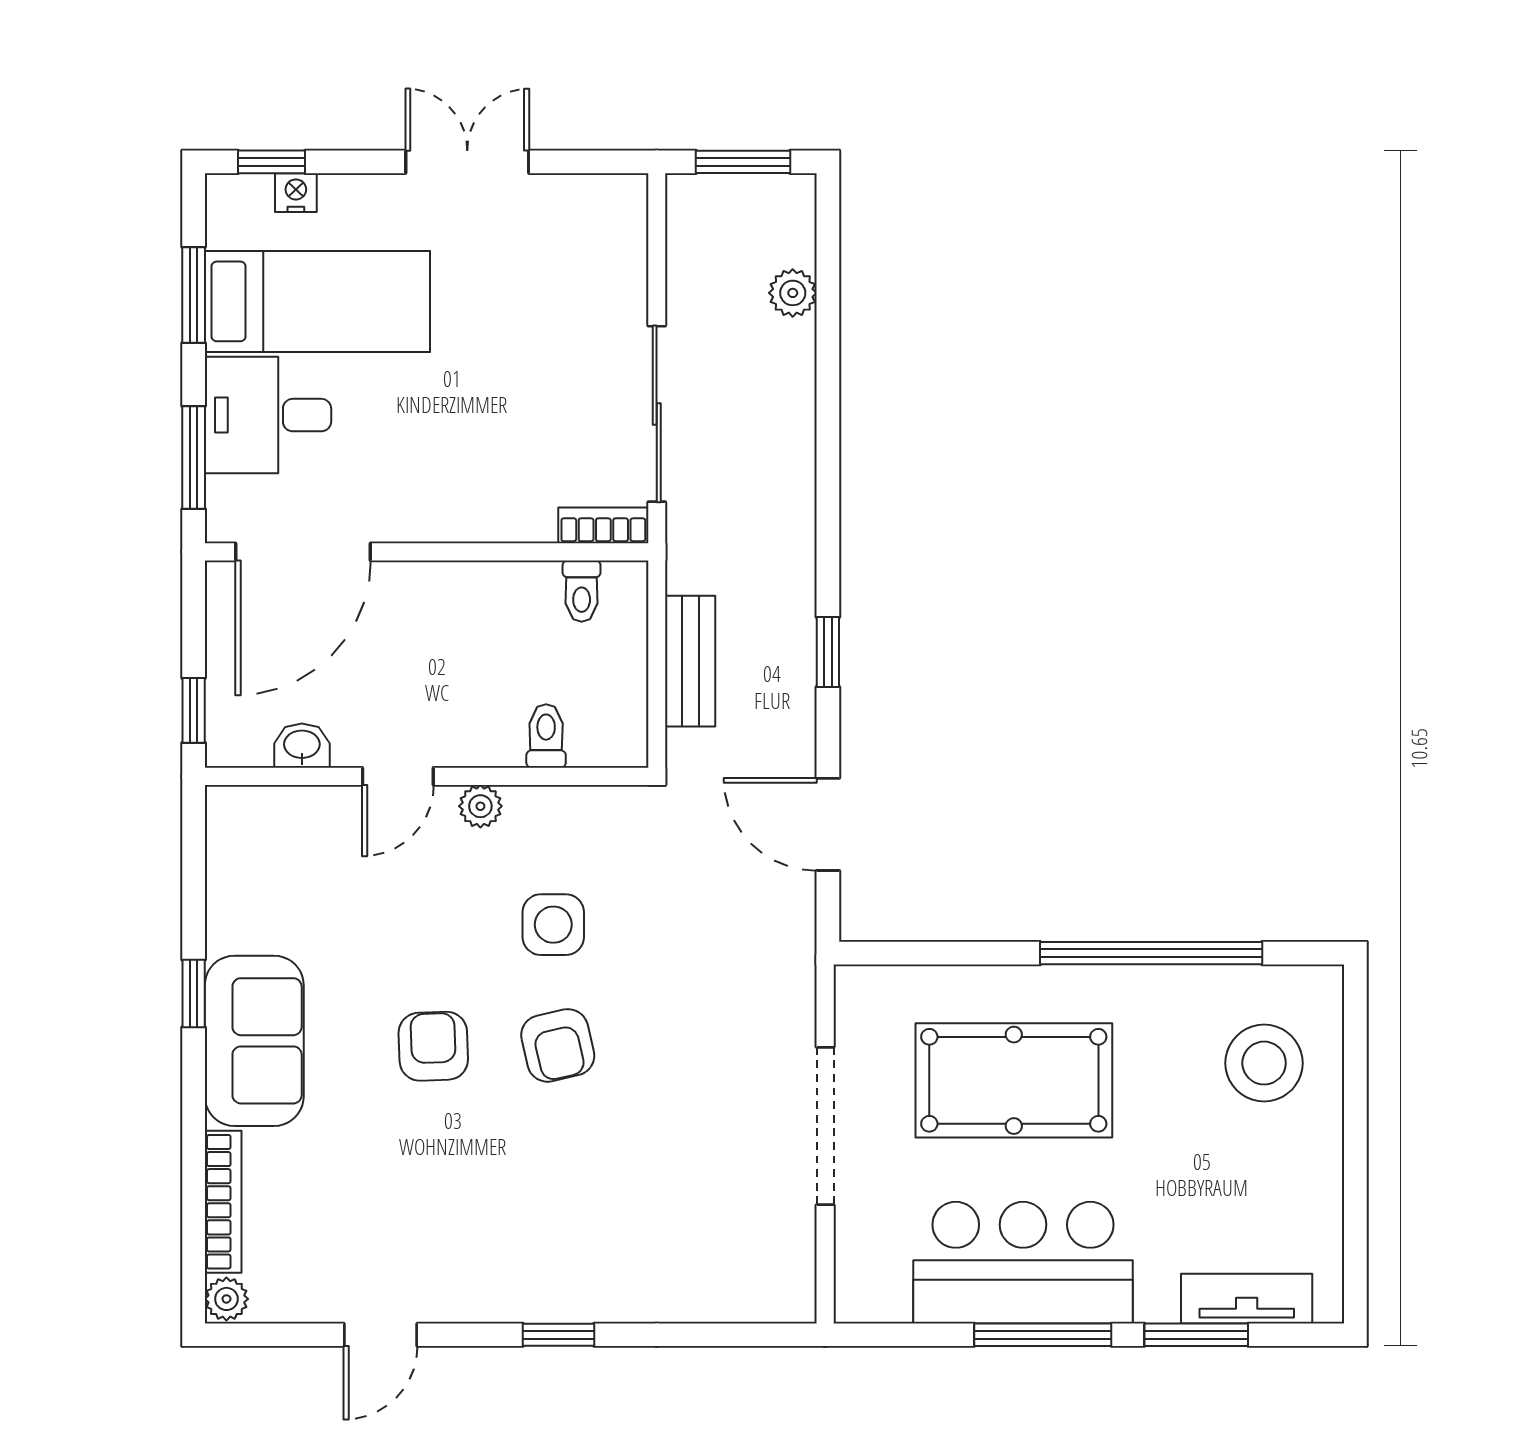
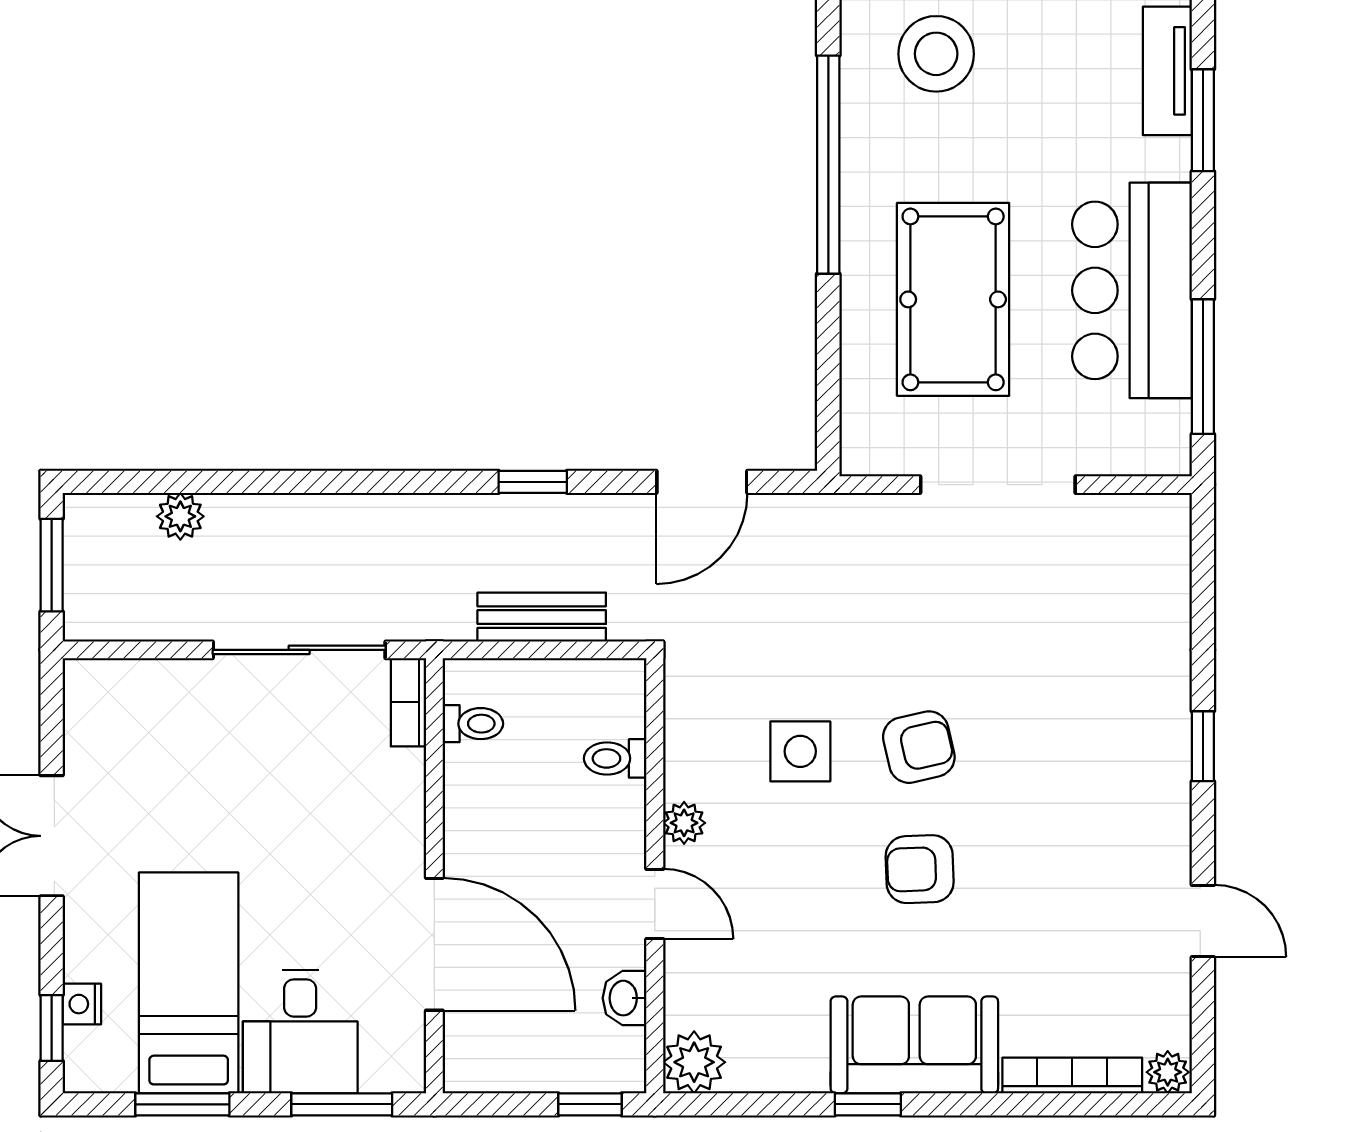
door: (303, 552) -> (434, 944), moved
plant: (237, 816) -> (694, 1062), added
window: (1043, 1335) -> (1203, 367), moved

